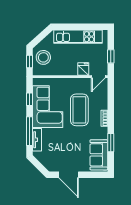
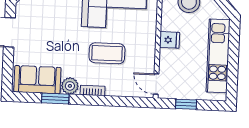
fridge: (83, 69) -> (170, 40), moved
coffee table: (79, 110) -> (107, 53), width x0.73, depth x0.76
plant: (102, 133) -> (70, 86), added

